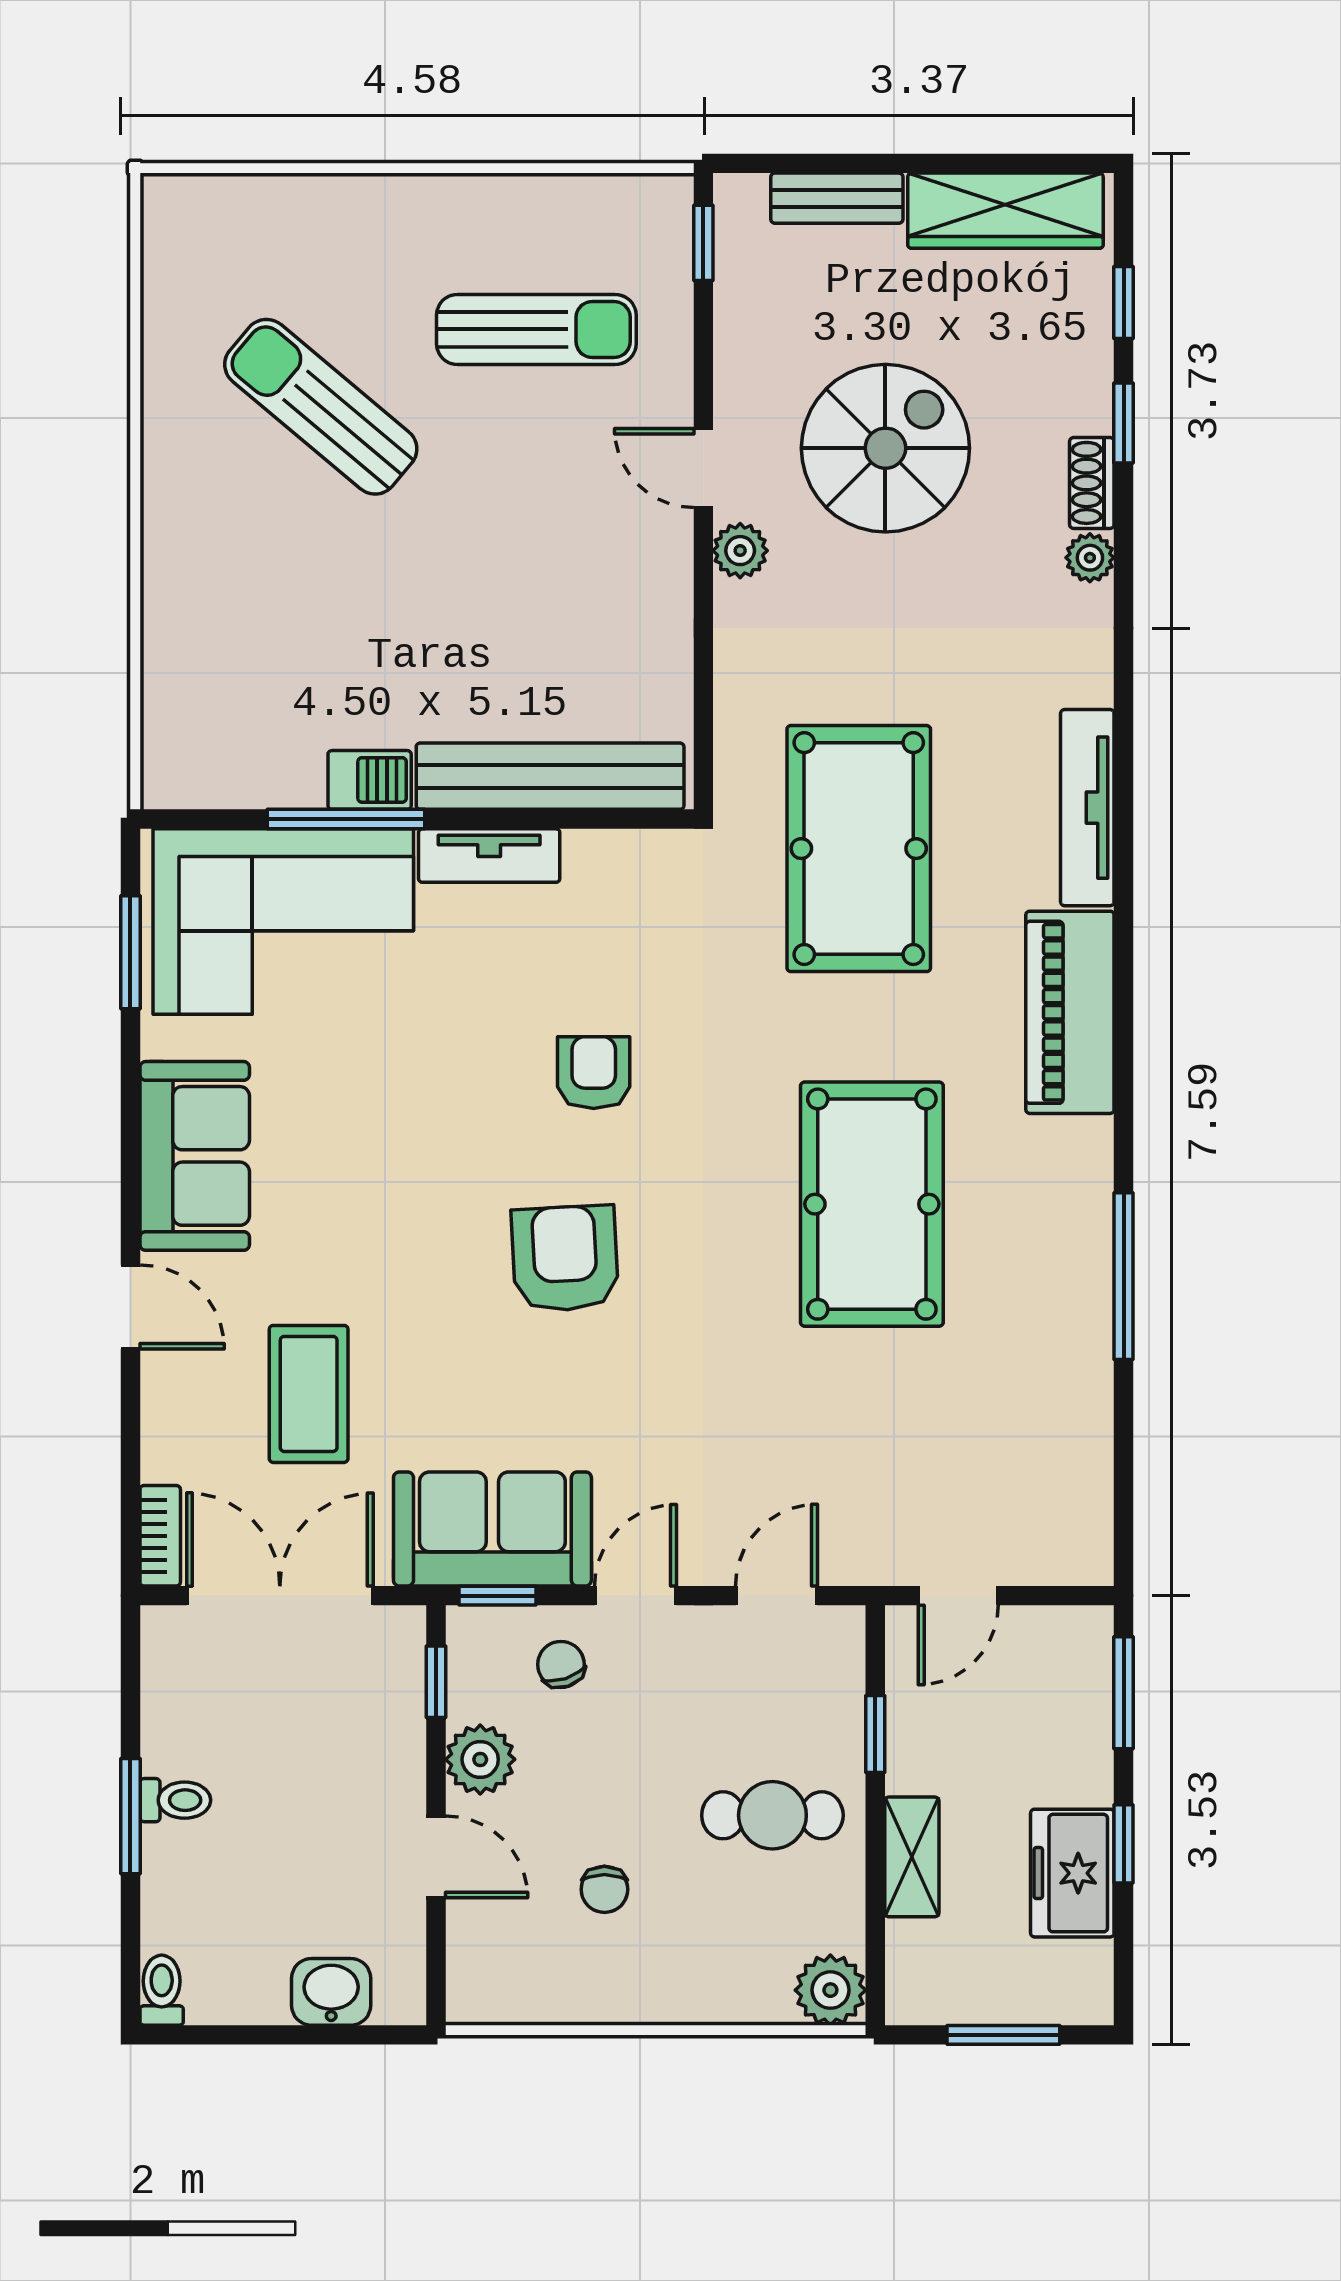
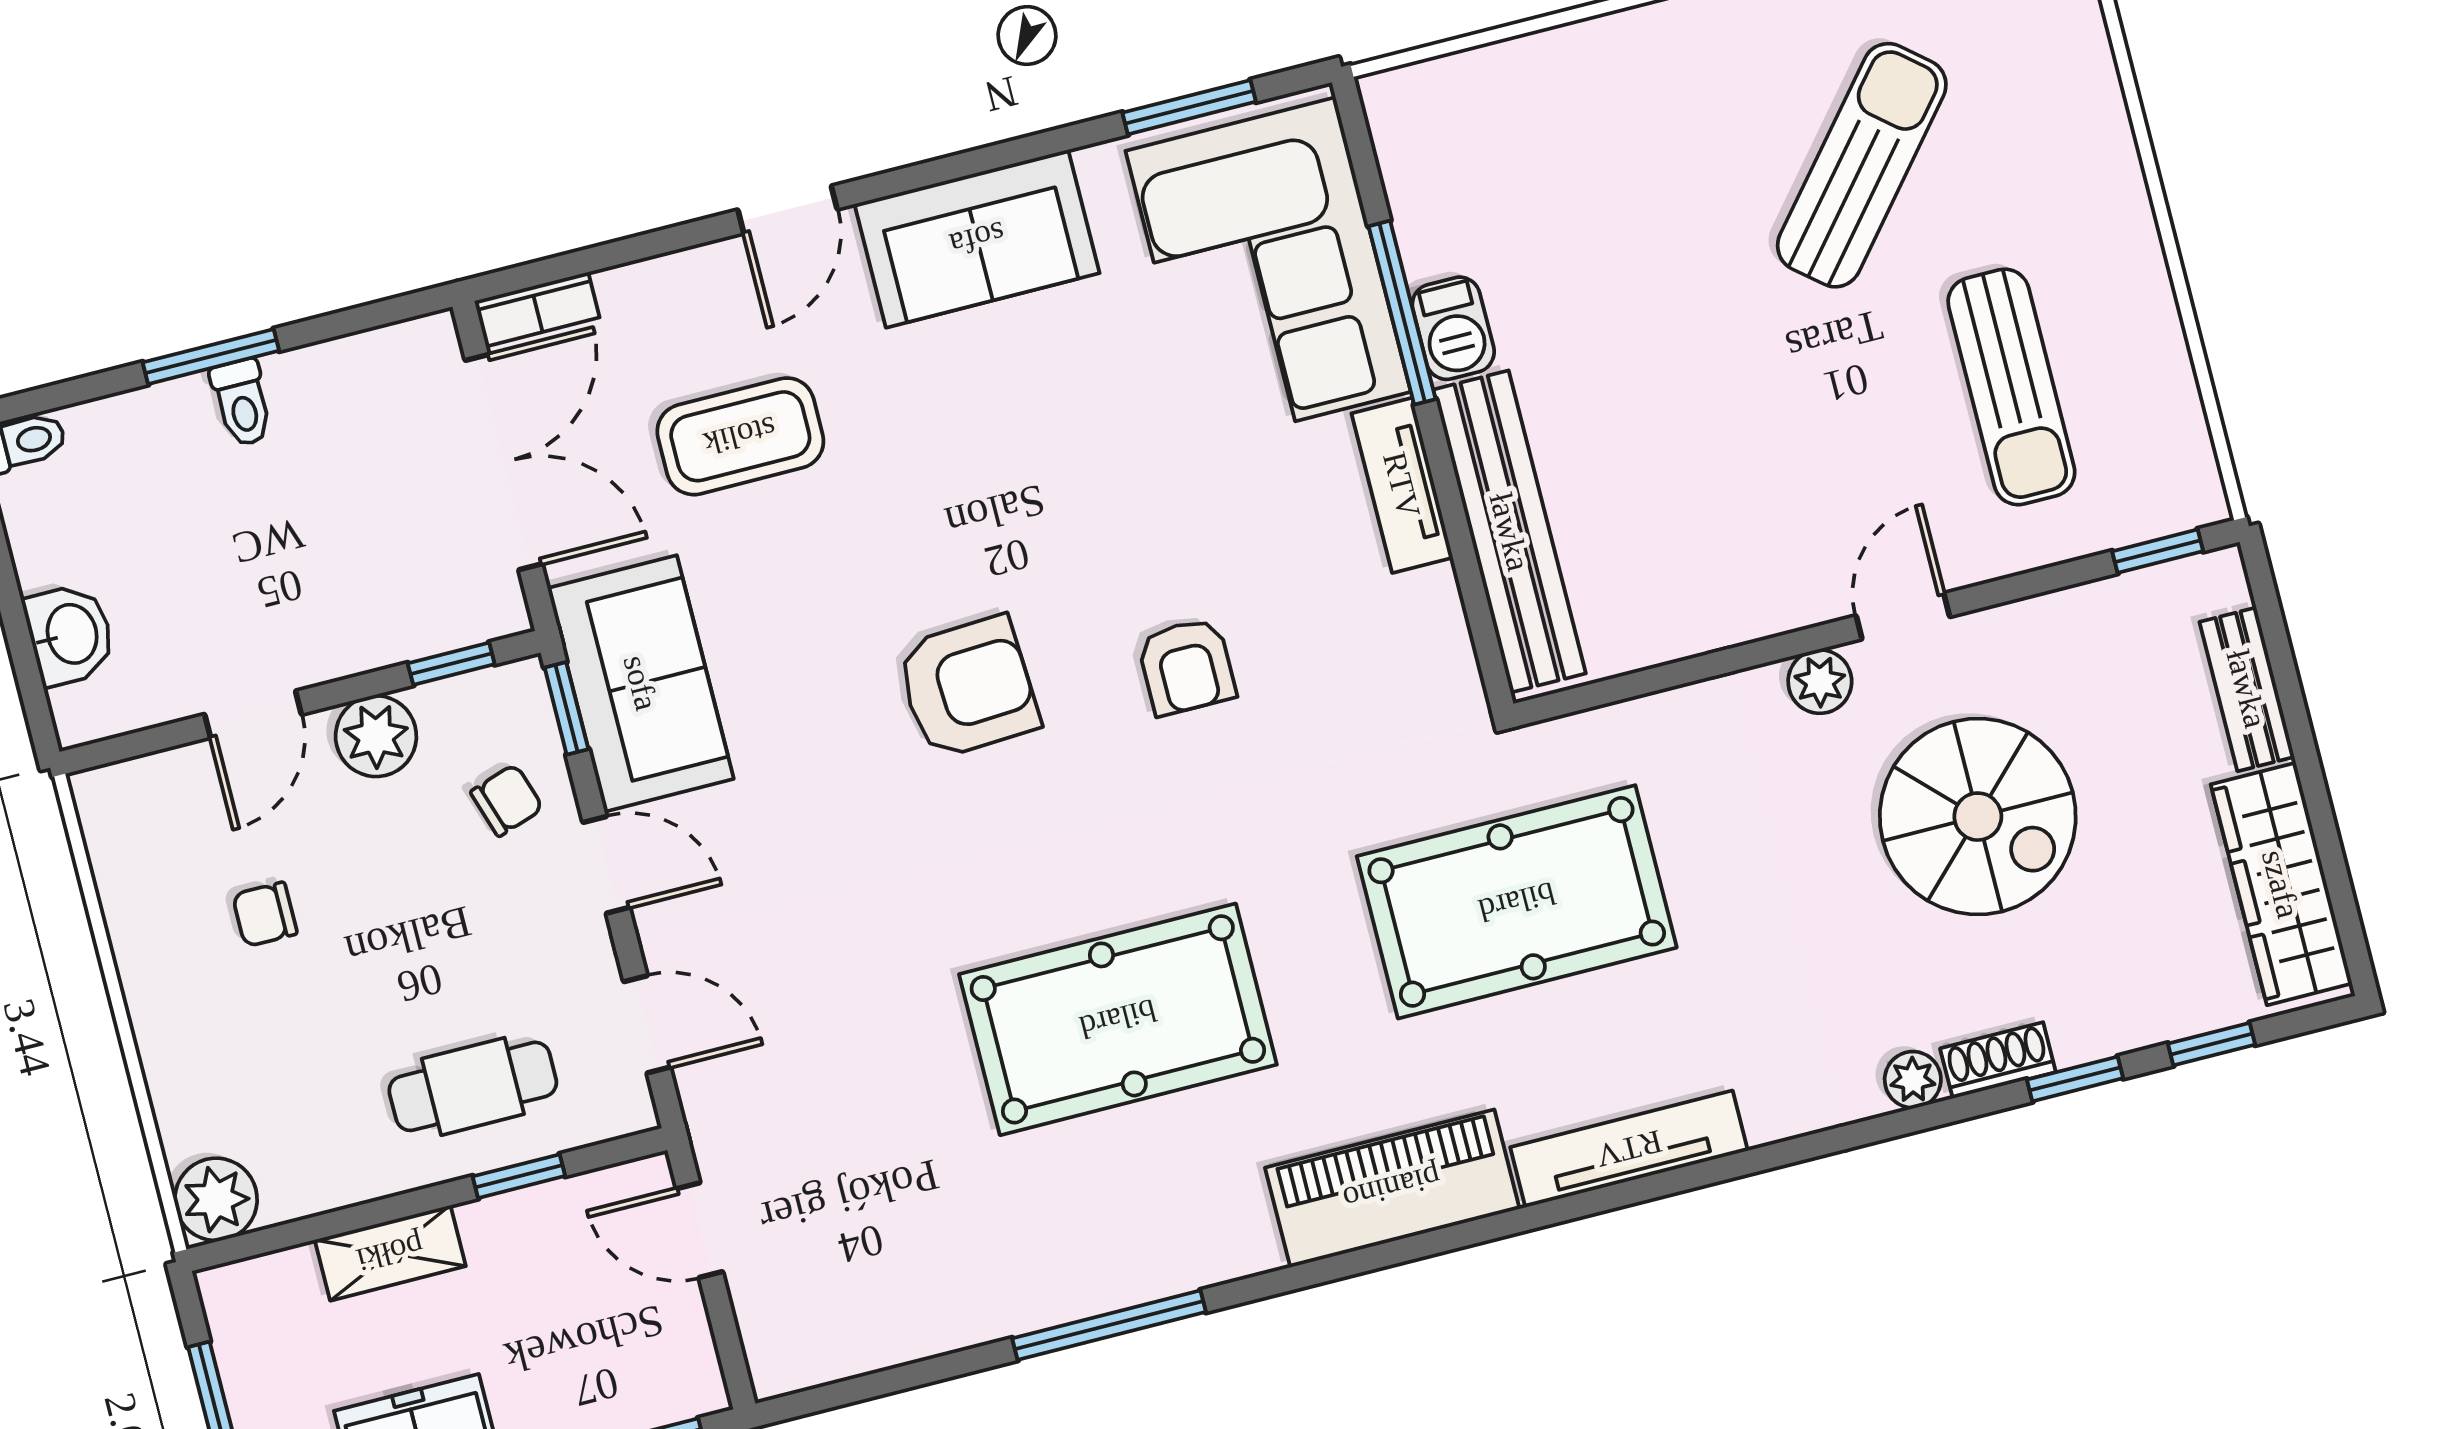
armchair: (594, 1073) -> (1187, 666), turned 90
cafe table: (772, 1815) -> (473, 1086), moved, turned 90

